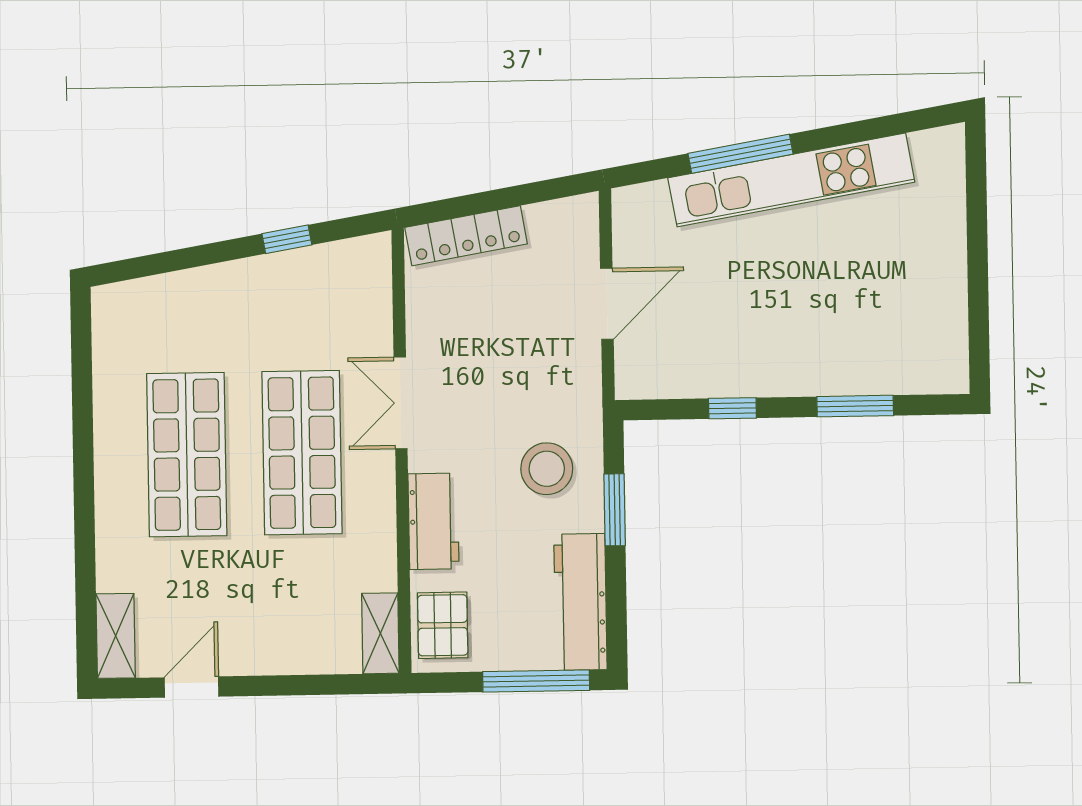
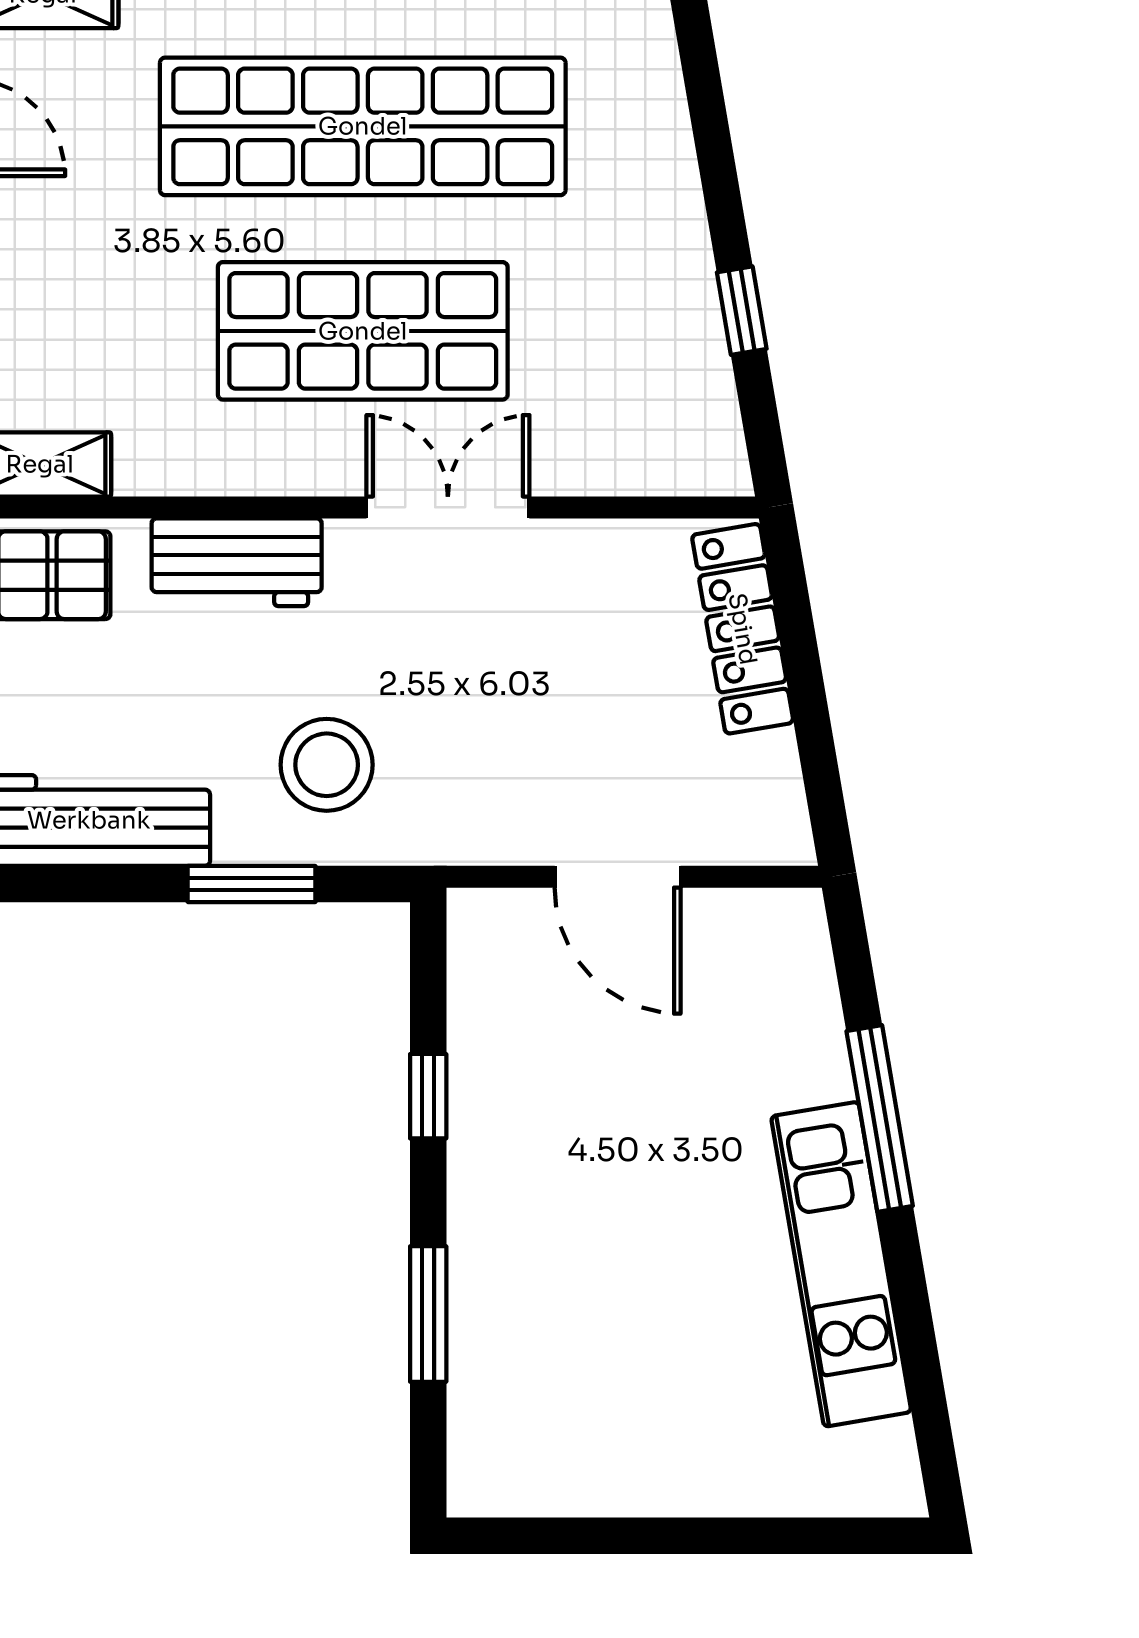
kitchen unit: (791, 180) -> (841, 1264), width x0.73
shop shelf: (187, 455) -> (363, 126), width x1.40

